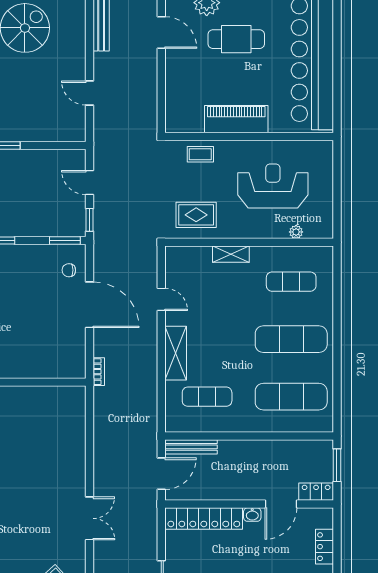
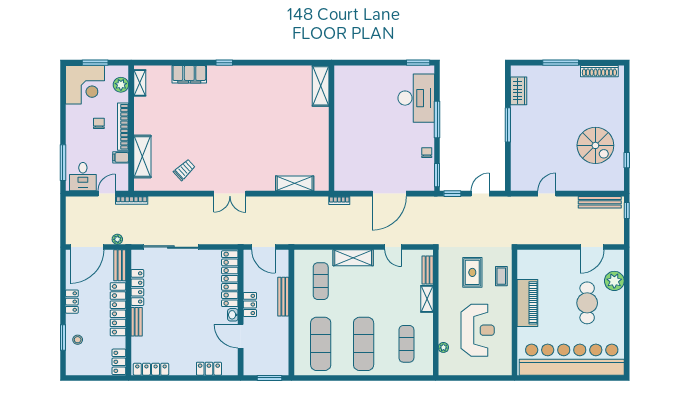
rug: (196, 215) -> (472, 272), moved
bench: (192, 253) -> (428, 270), added
chair: (69, 270) -> (427, 153), moved
door: (161, 299) -> (393, 247), hinge flipped
shelving: (76, 432) -> (295, 183), added
bench: (191, 447) -> (283, 297), moved
locker: (316, 492) -> (250, 304), moved

